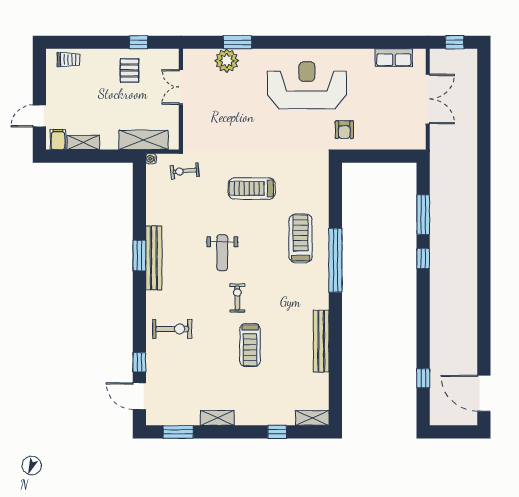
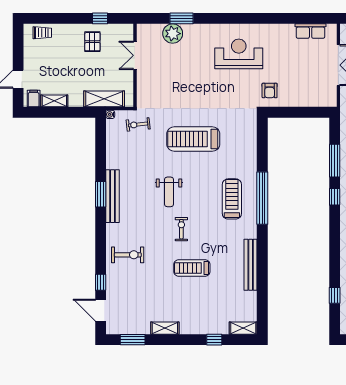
reception desk: (307, 85) -> (239, 54), width x0.74, depth x0.77
treadmill: (252, 189) -> (193, 139), width x1.37, depth x1.38
treadmill: (301, 238) -> (232, 199), moved
treadmill: (250, 345) -> (192, 268), turned 90

